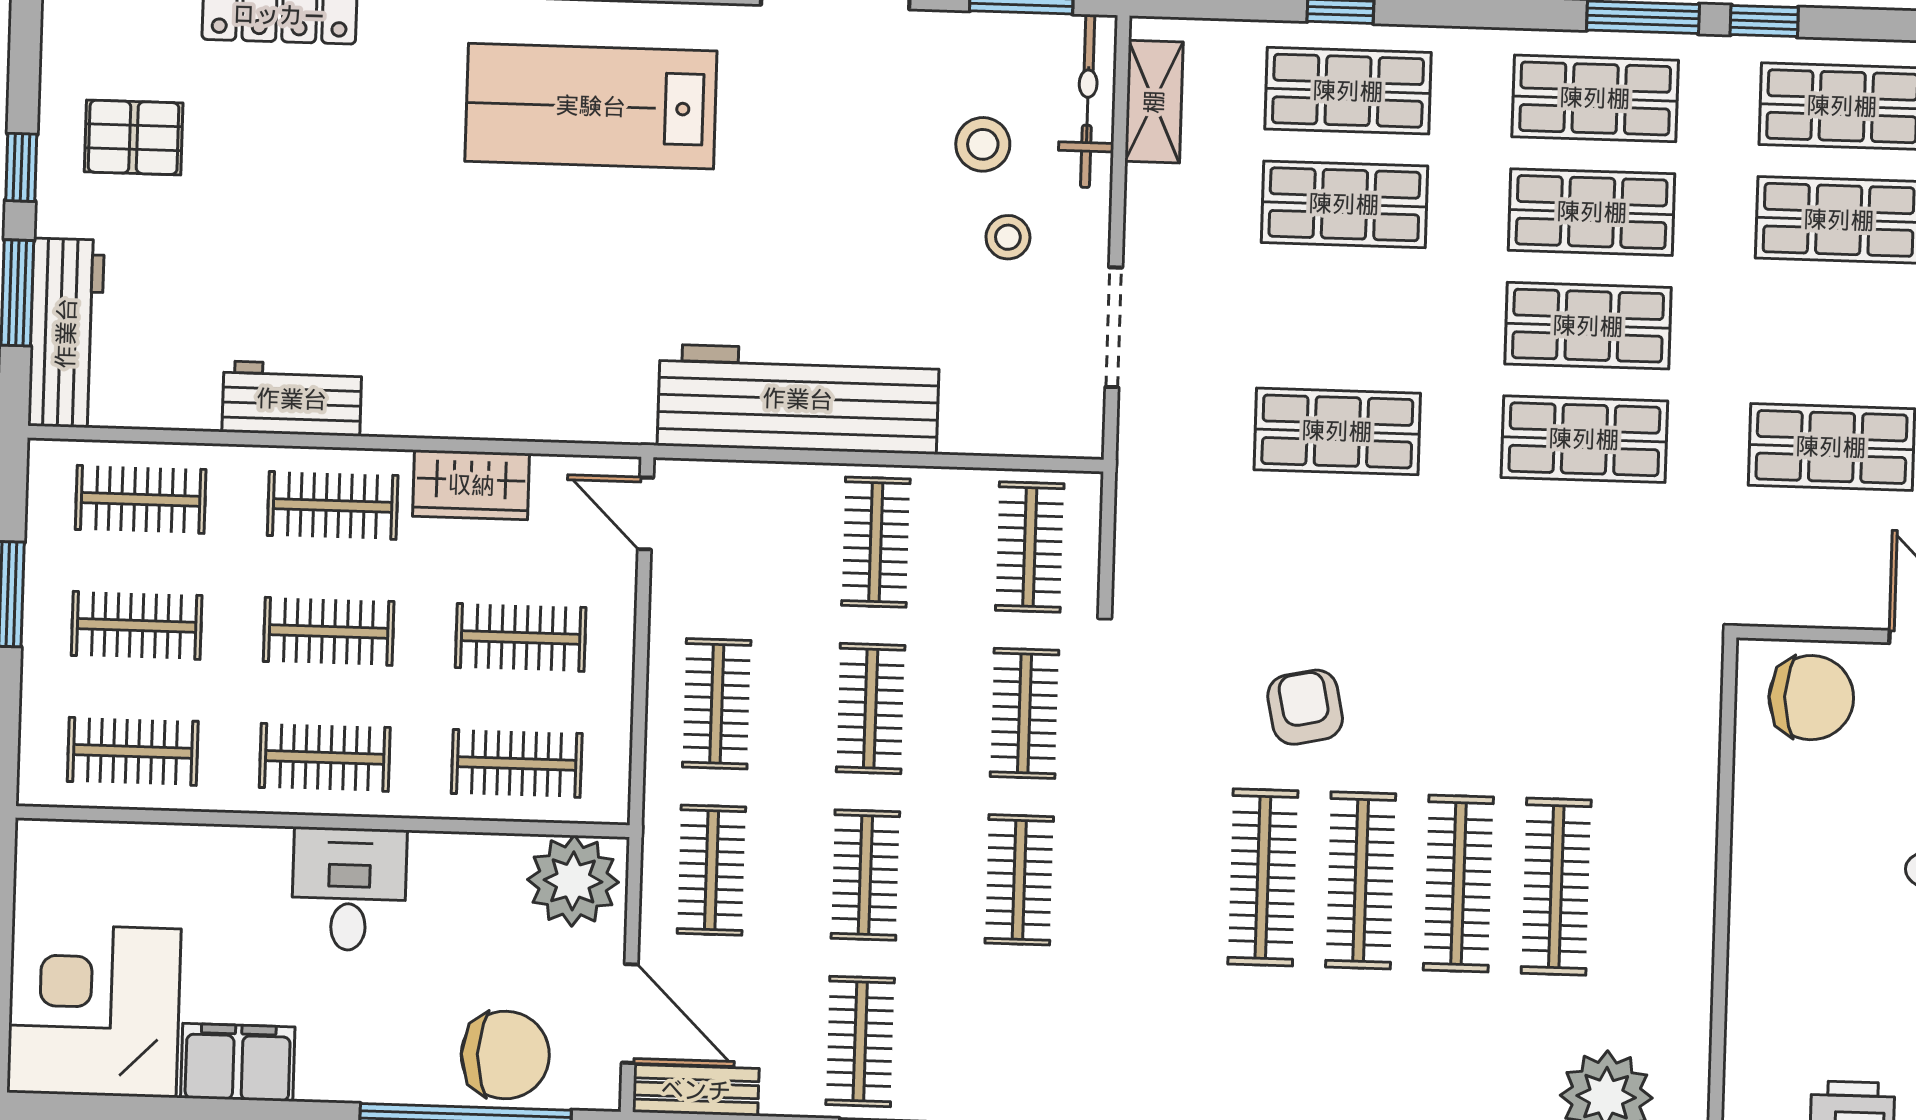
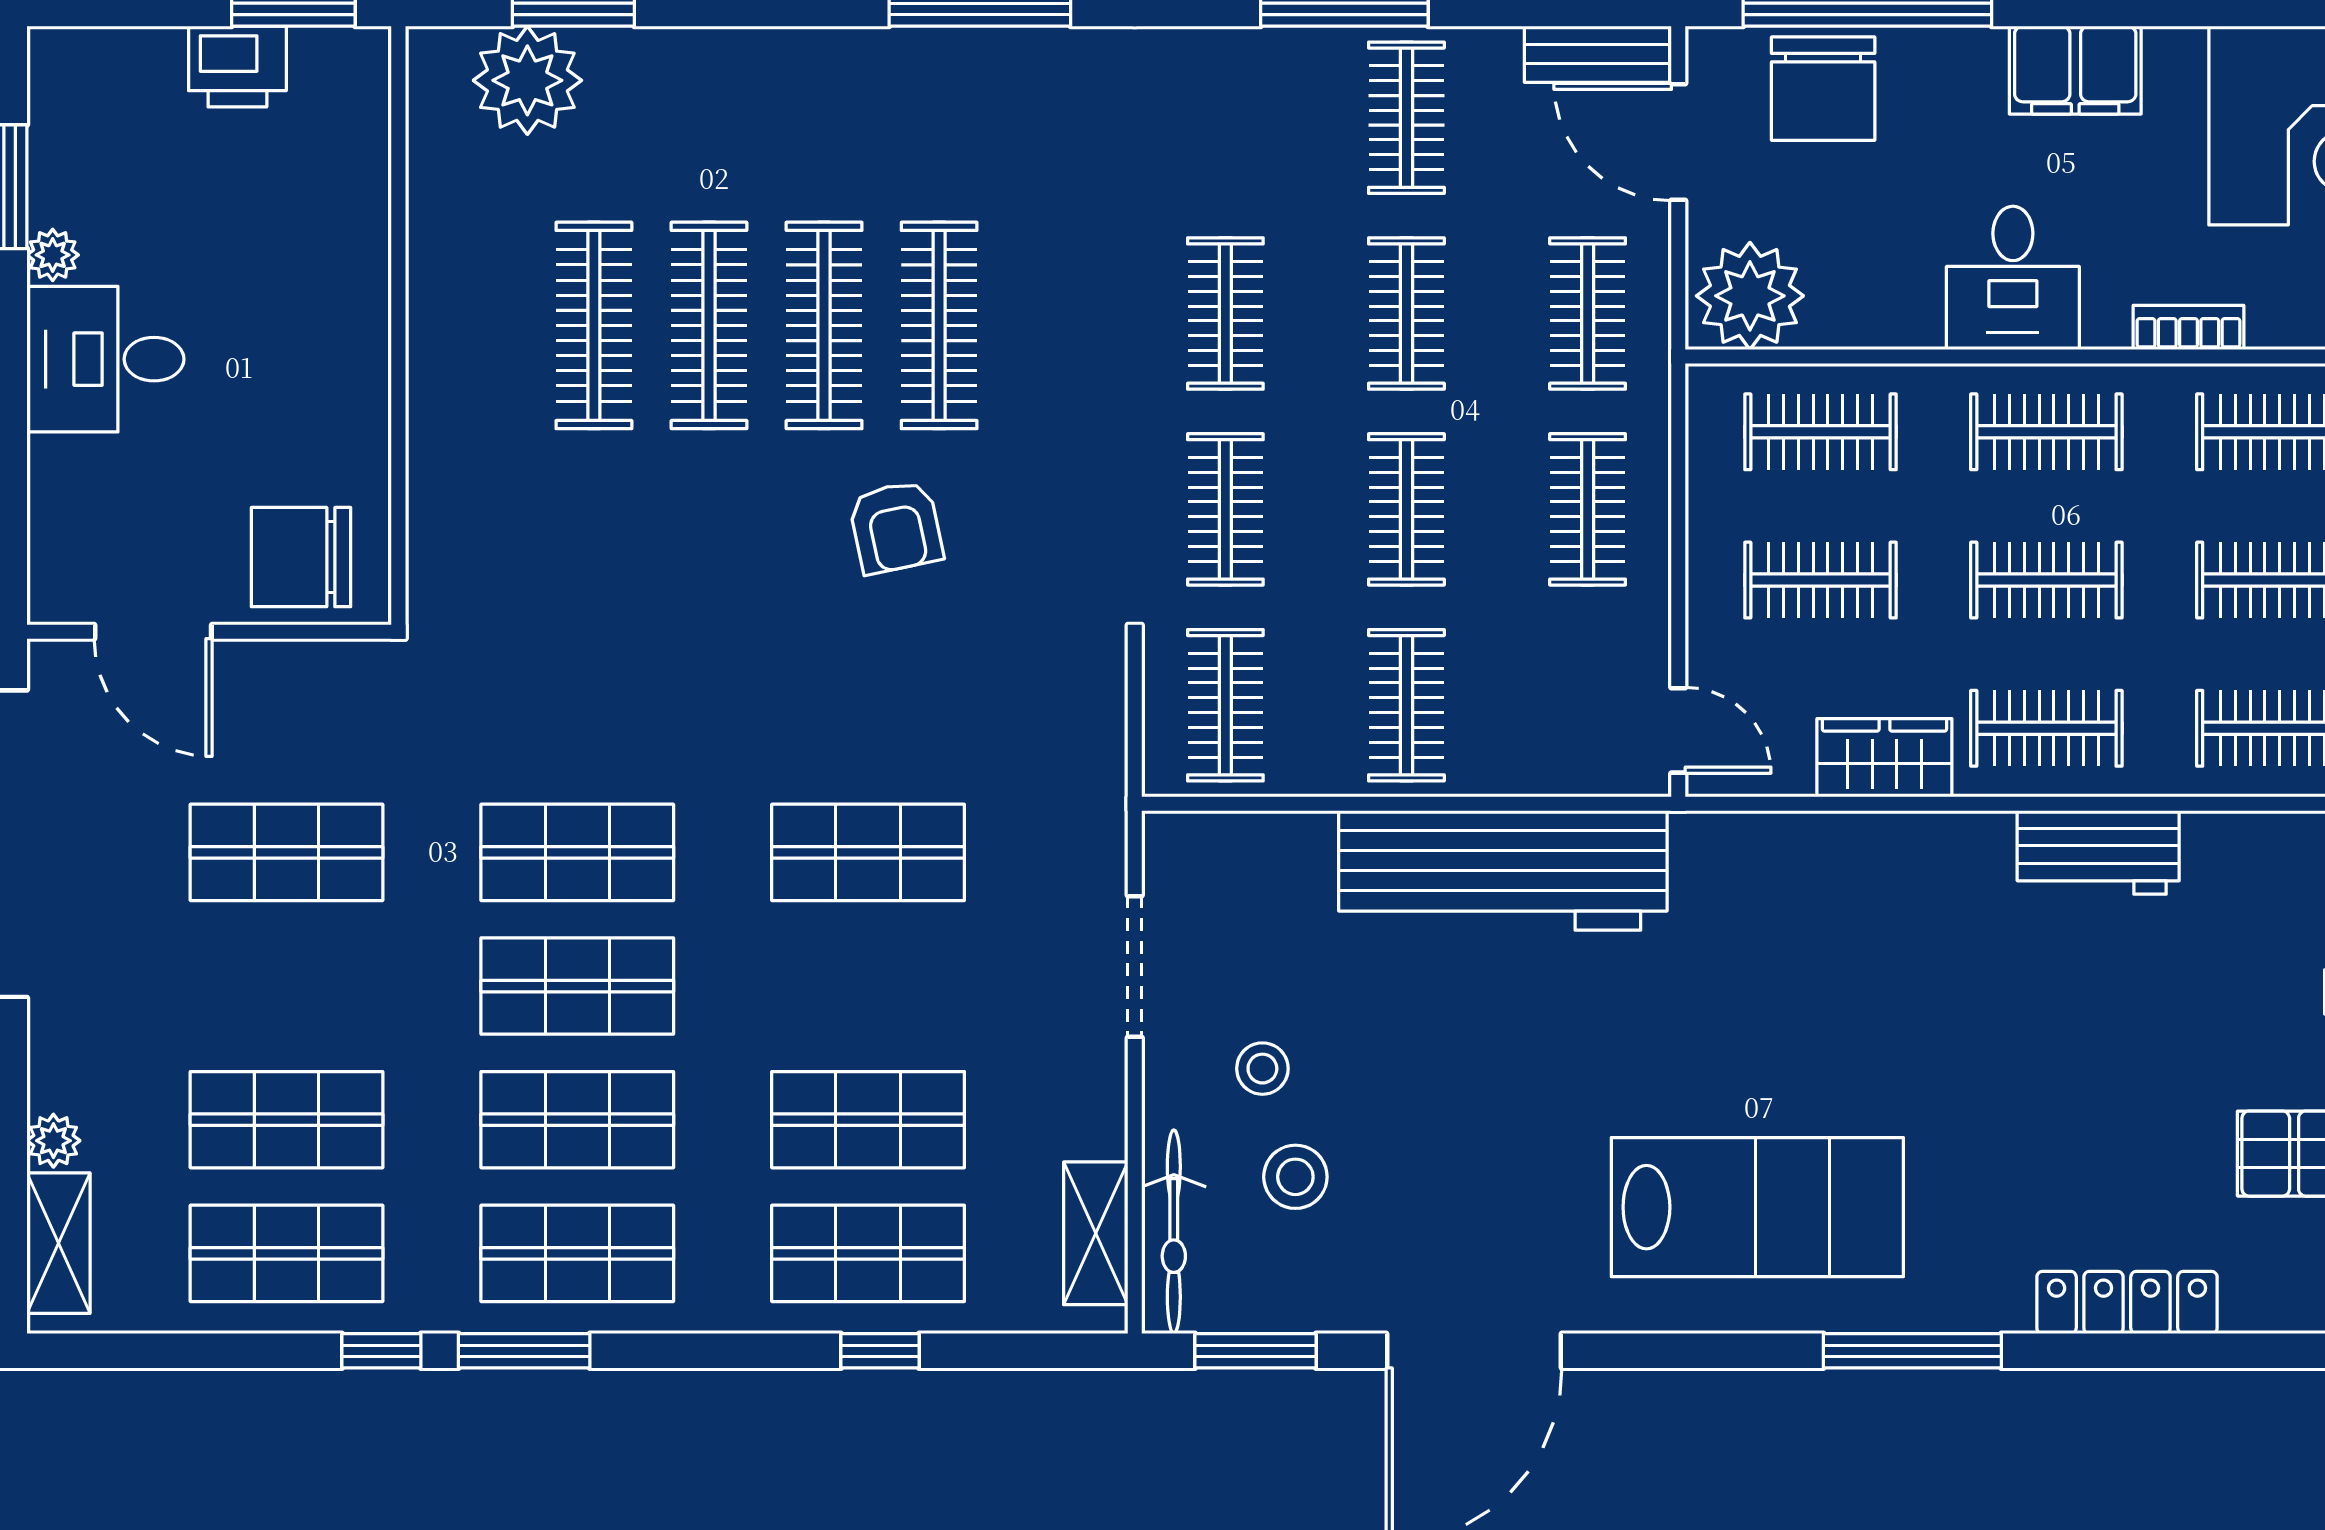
bookcase: (201, 842) -> (2188, 327), added
chair: (505, 1055) -> (1823, 89), turned -90
filing cabinet: (238, 1062) -> (2075, 70), moved

